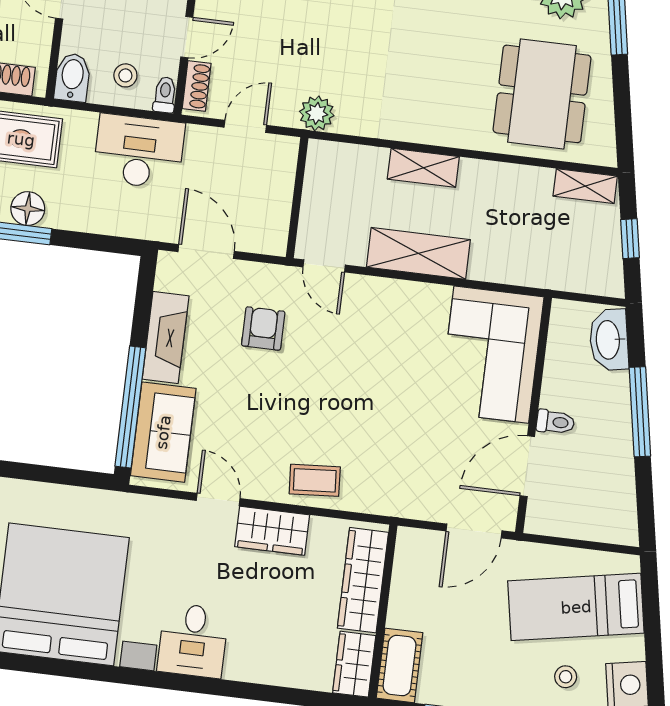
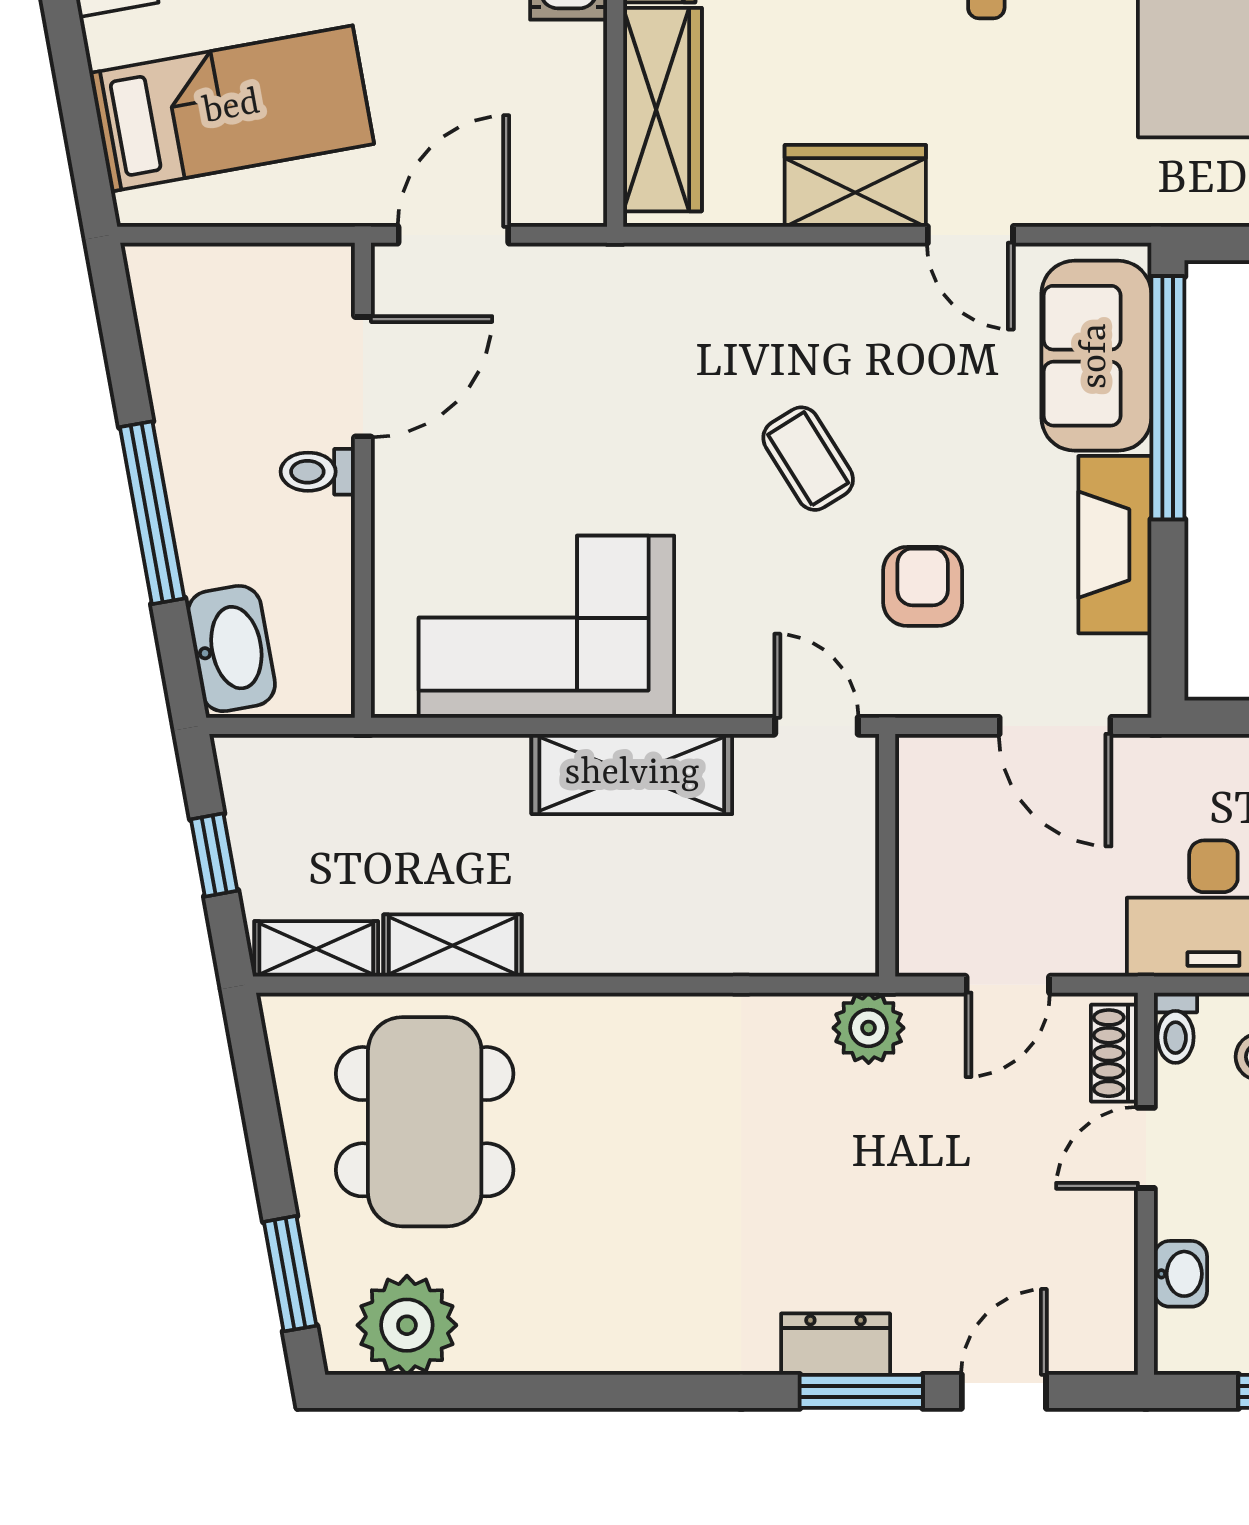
shelving: (423, 168) -> (452, 946), moved
armchair: (263, 329) -> (923, 586), turned 180
corner sofa: (491, 355) -> (546, 627), moved, turned -90
coffee table: (315, 480) -> (808, 459), moved, turned 62

